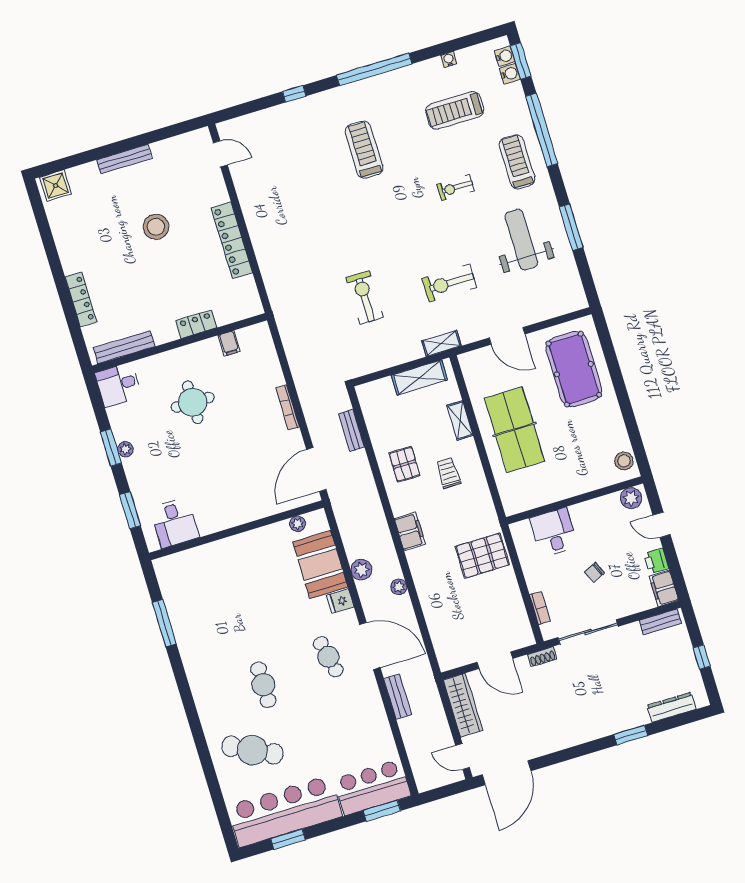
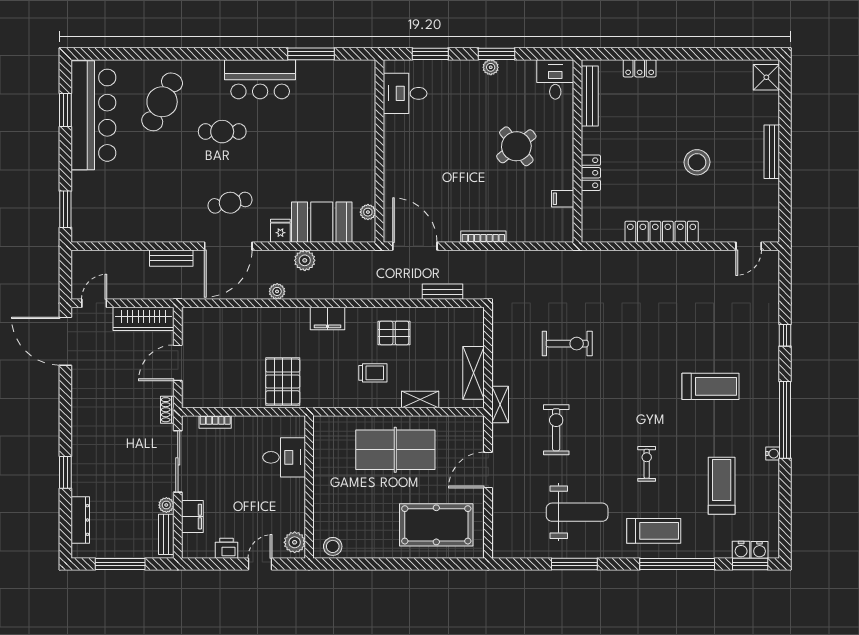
water cooler: (449, 60) -> (773, 454), moved
locker: (81, 299) -> (640, 68), width x0.66
round table: (193, 402) -> (516, 146), turned -38
chair: (594, 572) -> (234, 485), removed
filing cabinet: (664, 588) -> (192, 517), moved, turned 90
plant: (633, 630) -> (166, 505), added
window: (702, 657) -> (120, 564), width x2.17
bar counter: (372, 787) -> (260, 79), moved, turned 90

